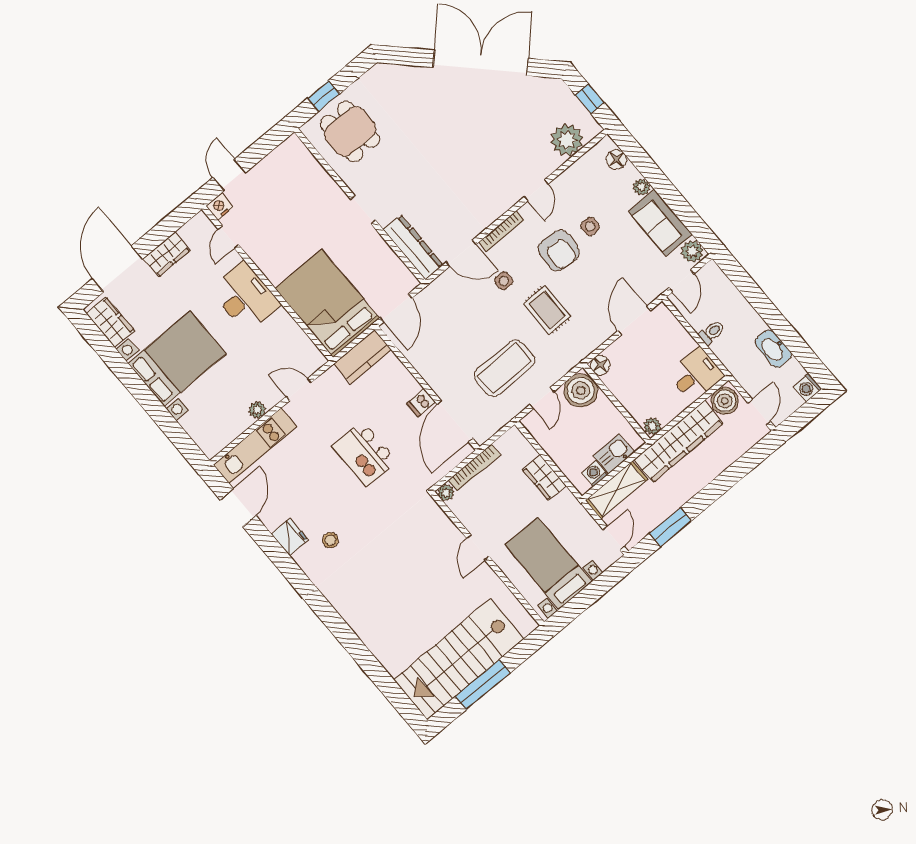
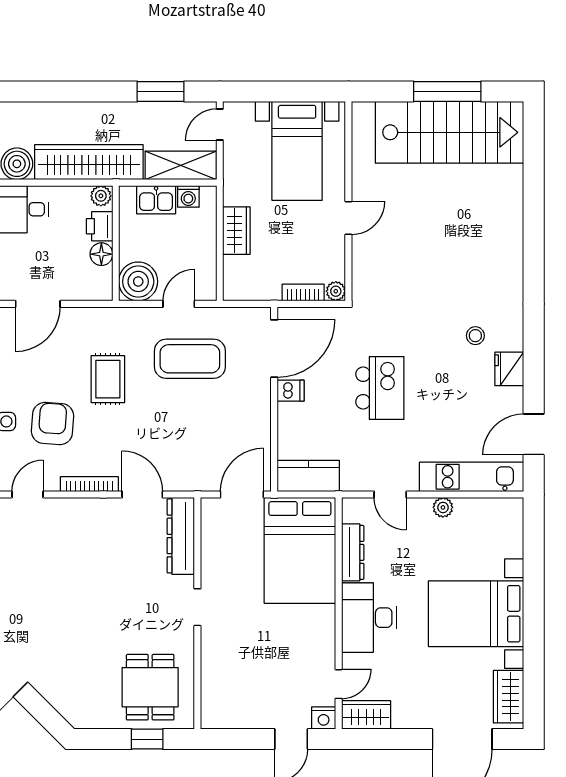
wardrobe: (167, 254) -> (366, 715), moved
side table: (504, 281) -> (125, 438), removed
dresser: (292, 331) -> (353, 552), added
floor lamp: (600, 365) -> (101, 254), moved
printer: (636, 405) -> (100, 226), added
bookcase: (474, 467) -> (303, 293), width x0.64

